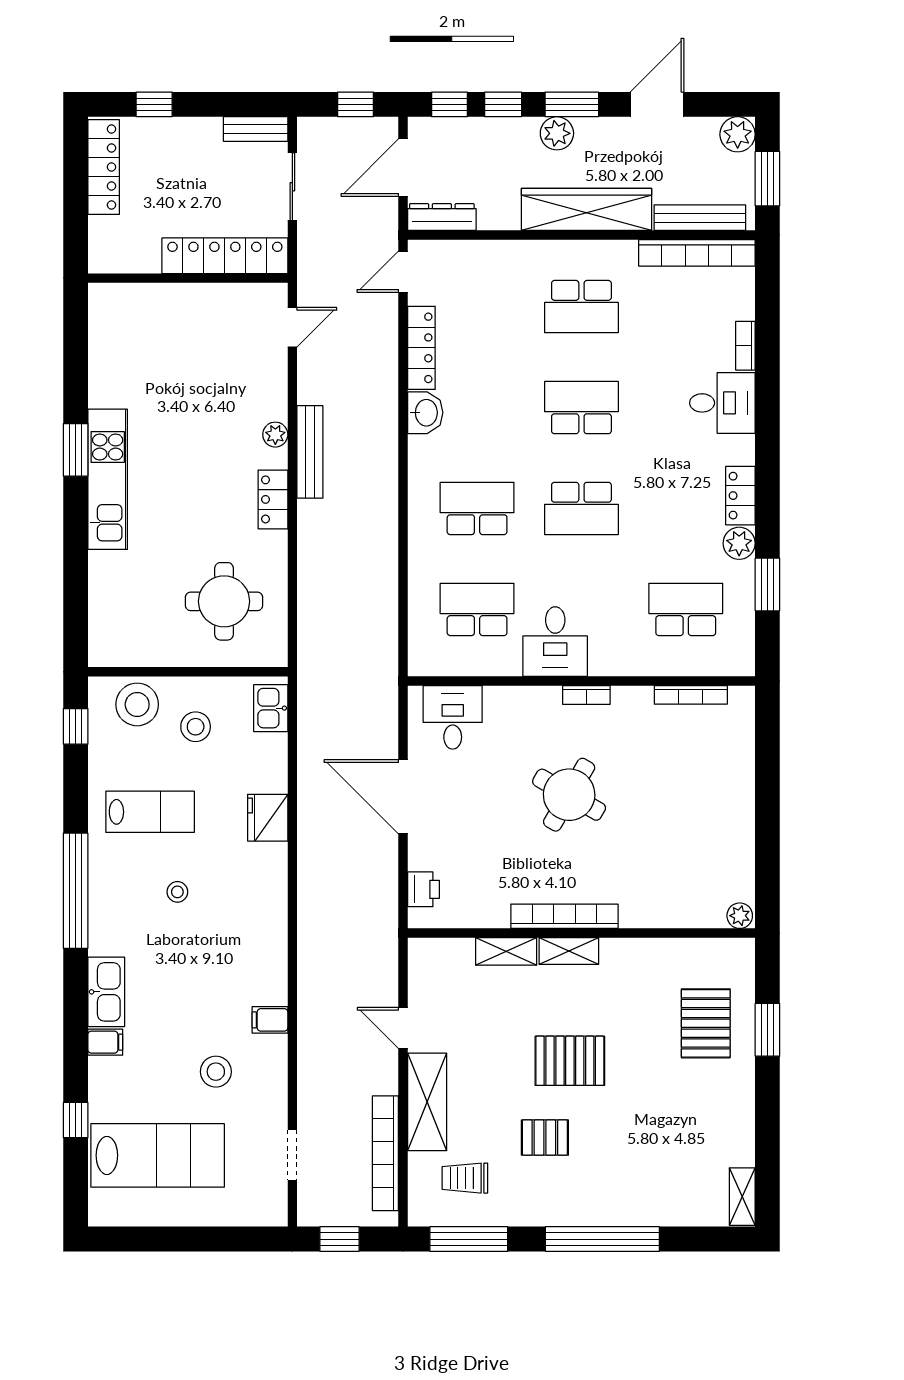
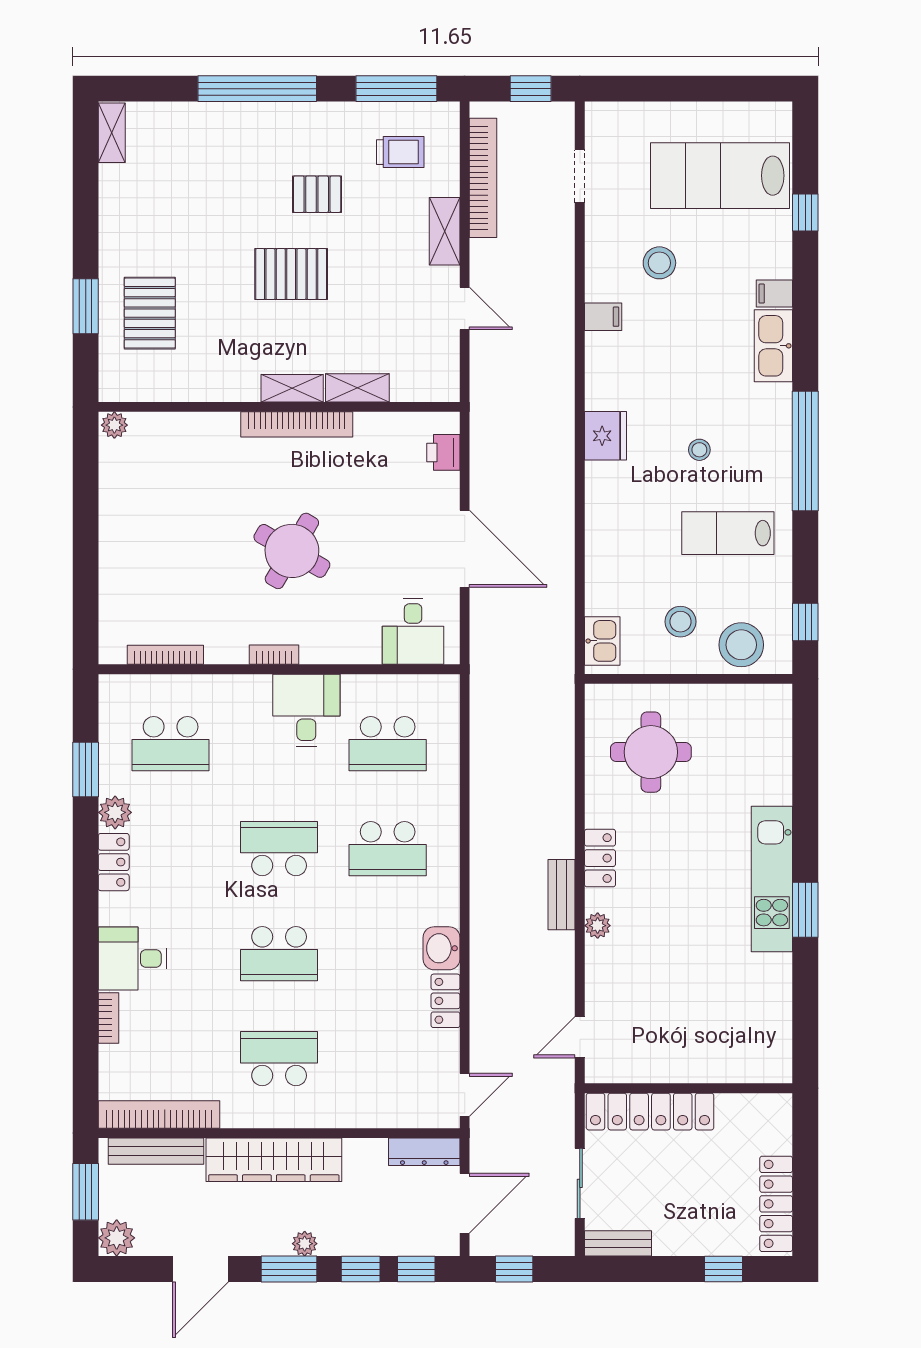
plant: (557, 133) -> (305, 1244), width x0.73, depth x0.73
locker: (421, 348) -> (445, 1001), width x0.66
bench: (310, 452) -> (561, 895), width x0.73
fridge: (268, 818) -> (605, 436), moved
shelving: (427, 1102) -> (445, 231), width x0.67, depth x0.75

